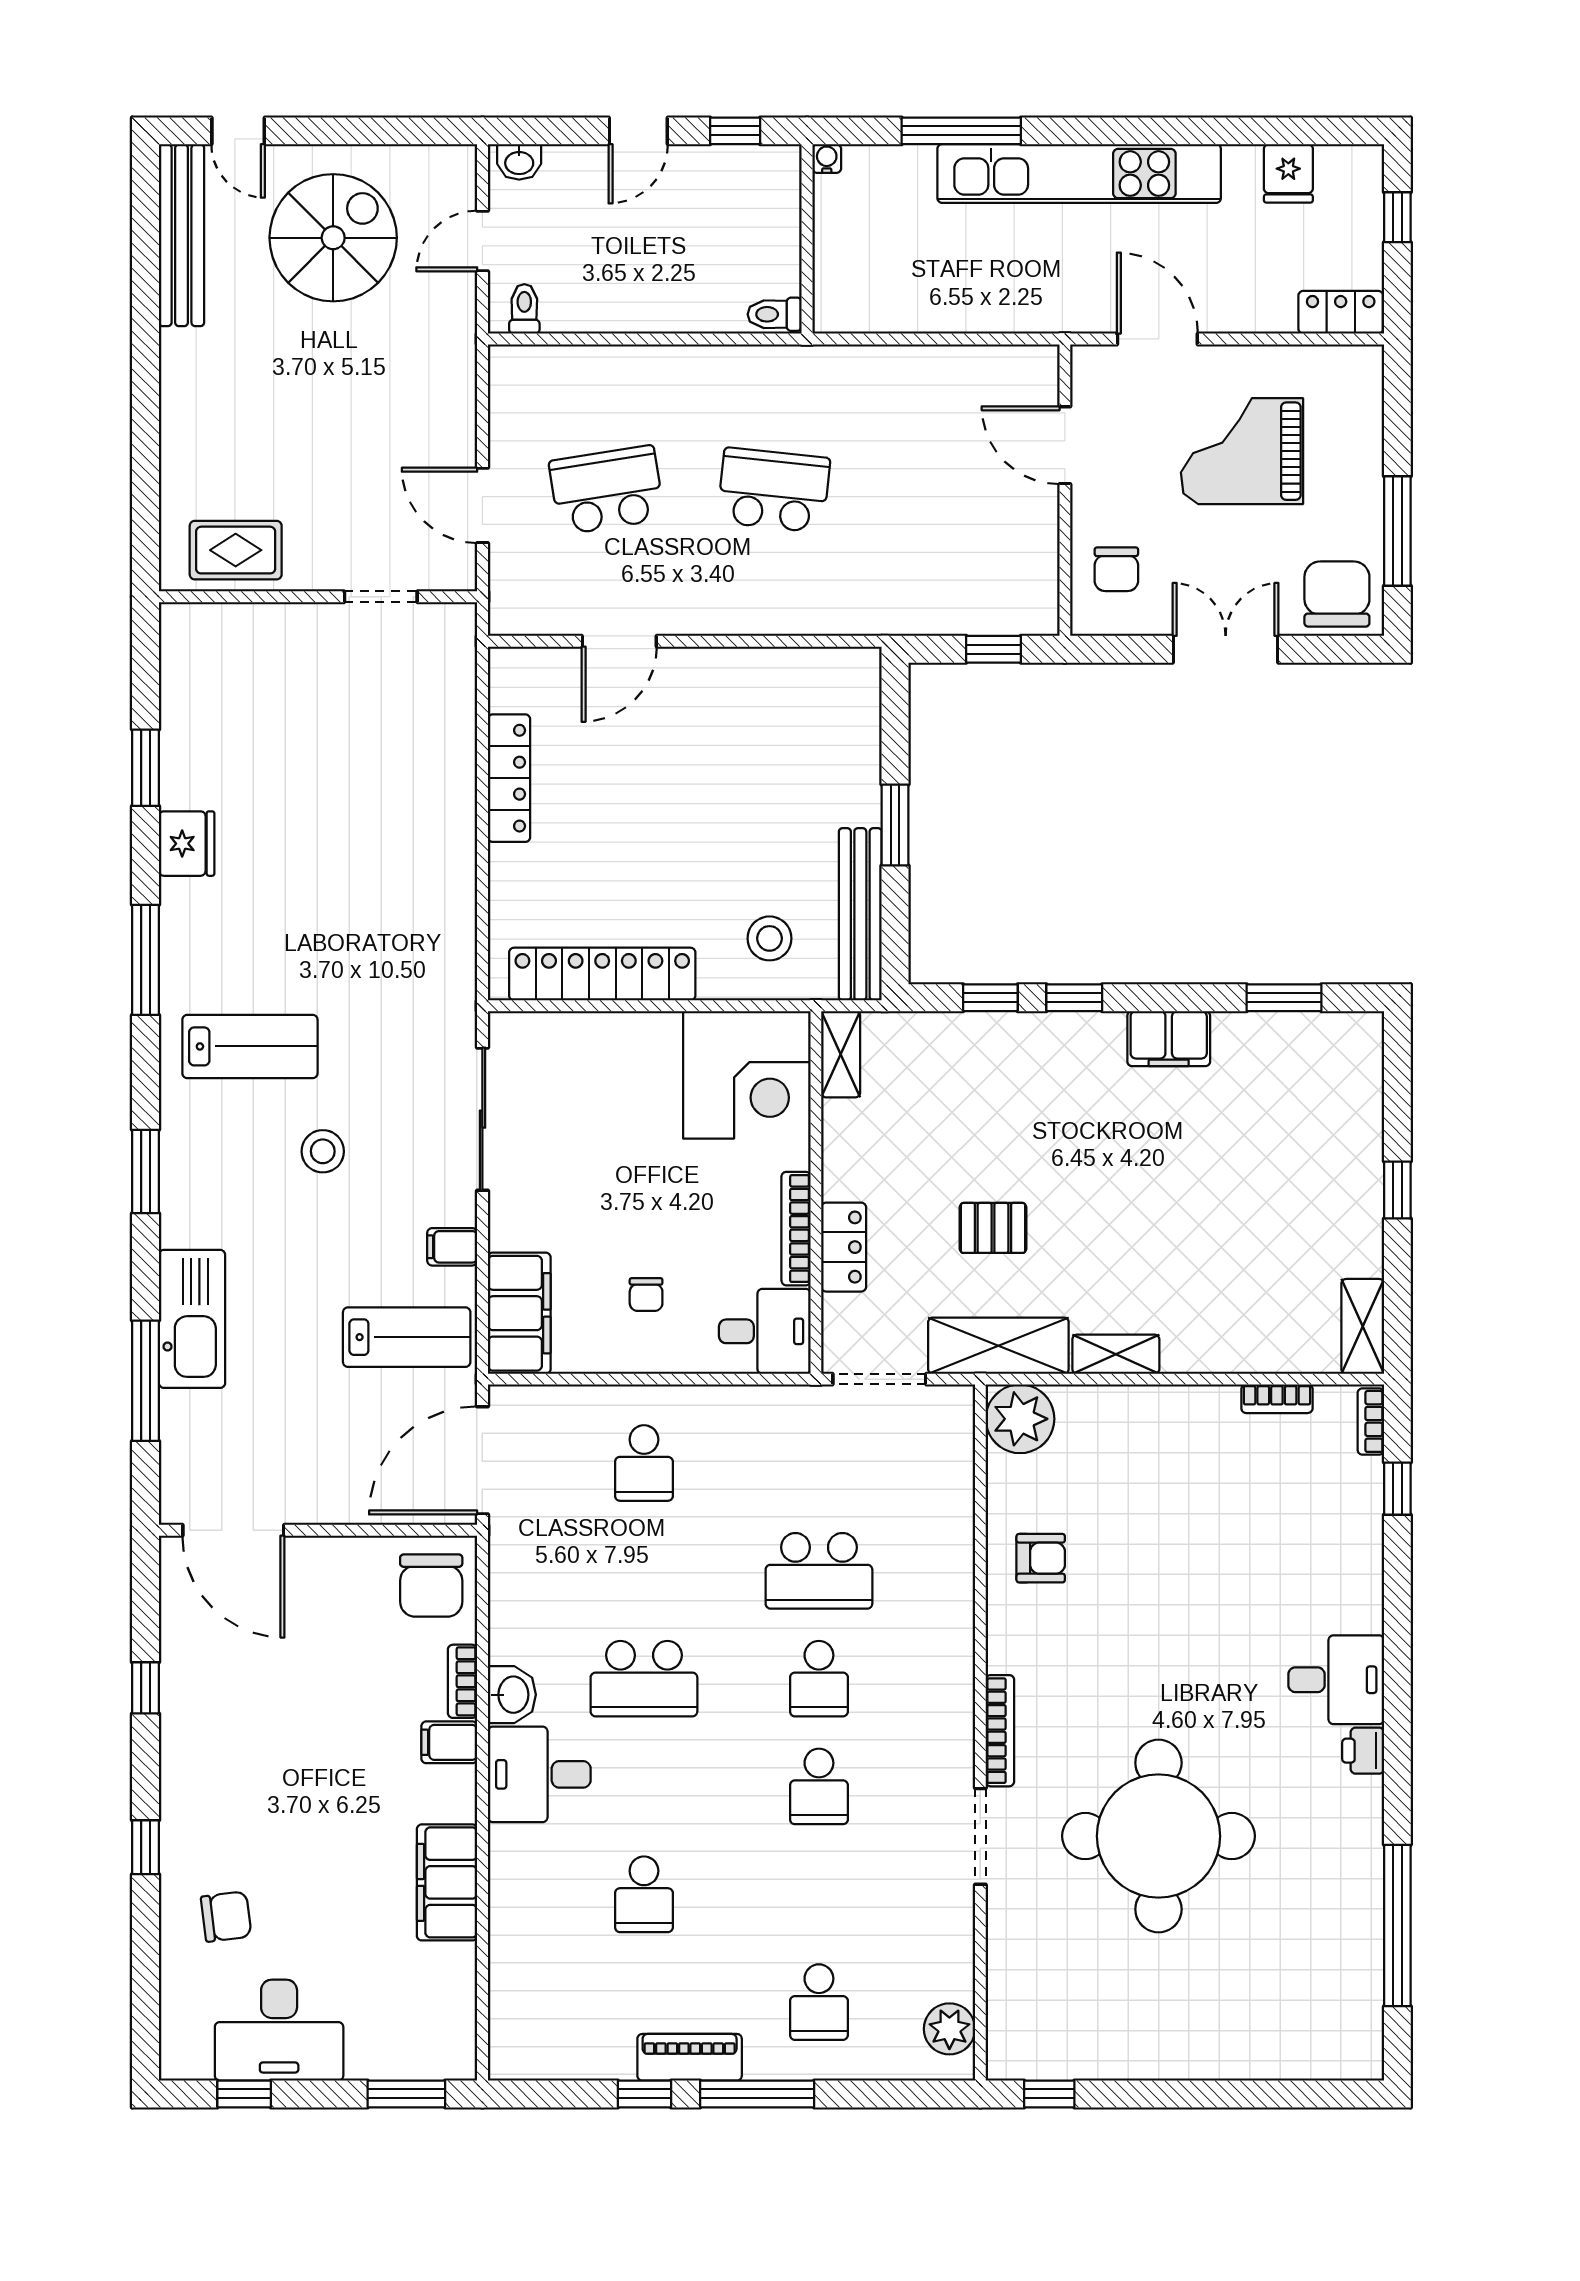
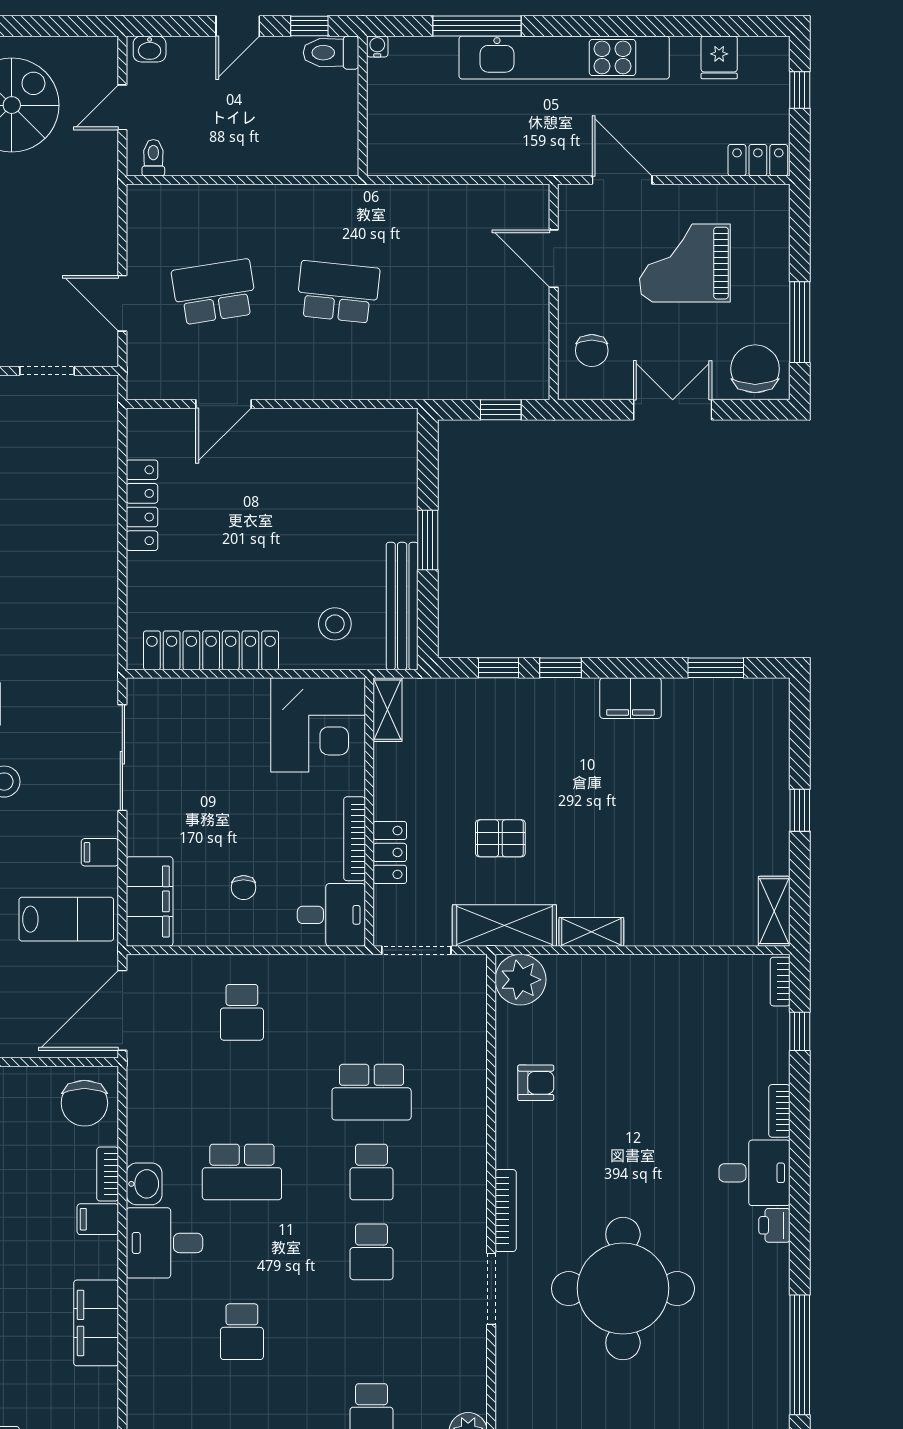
toilet: (775, 314) -> (331, 53), moved, width x1.37, depth x1.39
bookcase: (1277, 1399) -> (779, 1111), moved, turned 90

